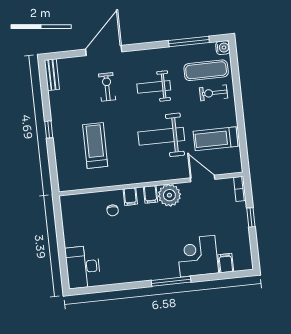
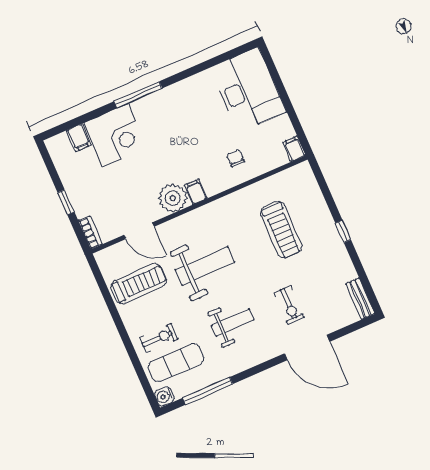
door: (104, 51) -> (307, 348), hinge flipped
filing cabinet: (130, 197) -> (294, 149), moved
desk: (83, 267) -> (248, 90), width x1.36, depth x1.30

